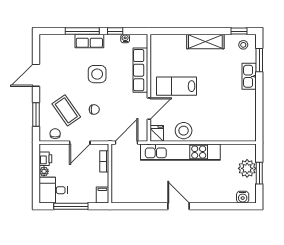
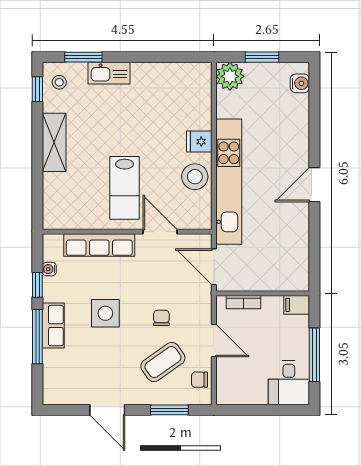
fridge: (157, 133) -> (199, 142), moved
printer: (45, 159) -> (239, 395), removed
plant: (247, 168) -> (230, 76), moved
plant: (44, 171) -> (259, 397), removed

